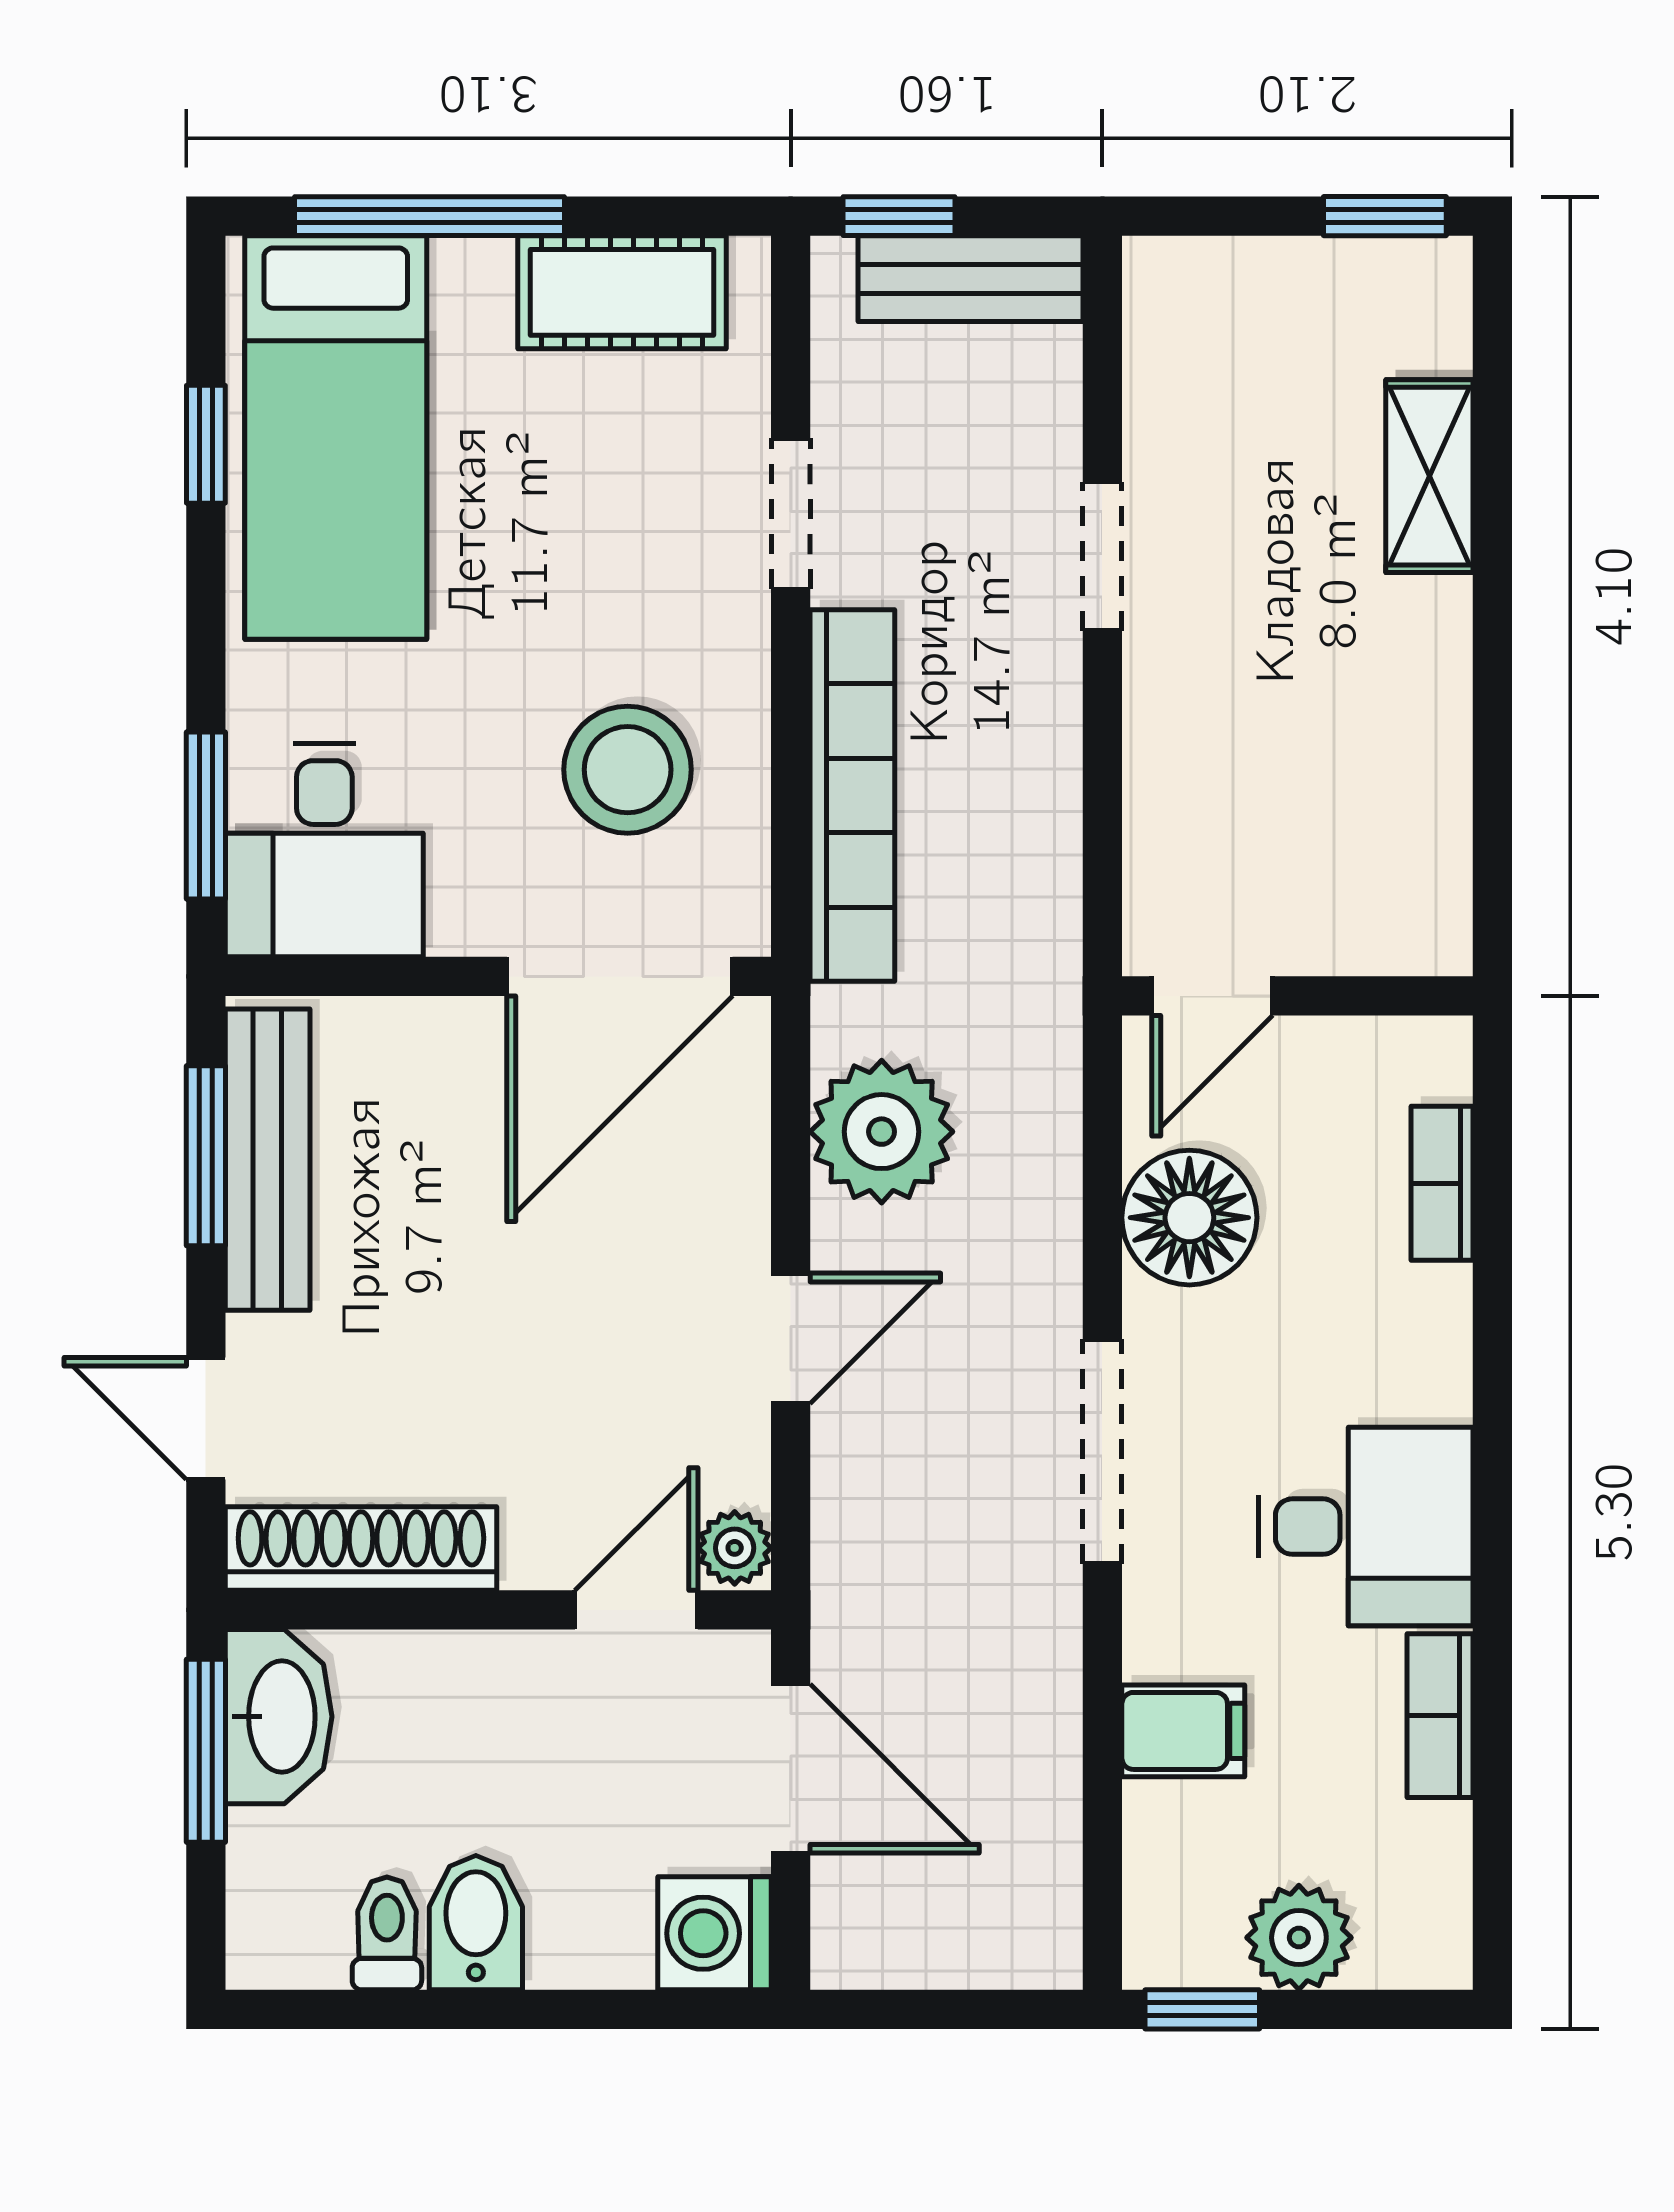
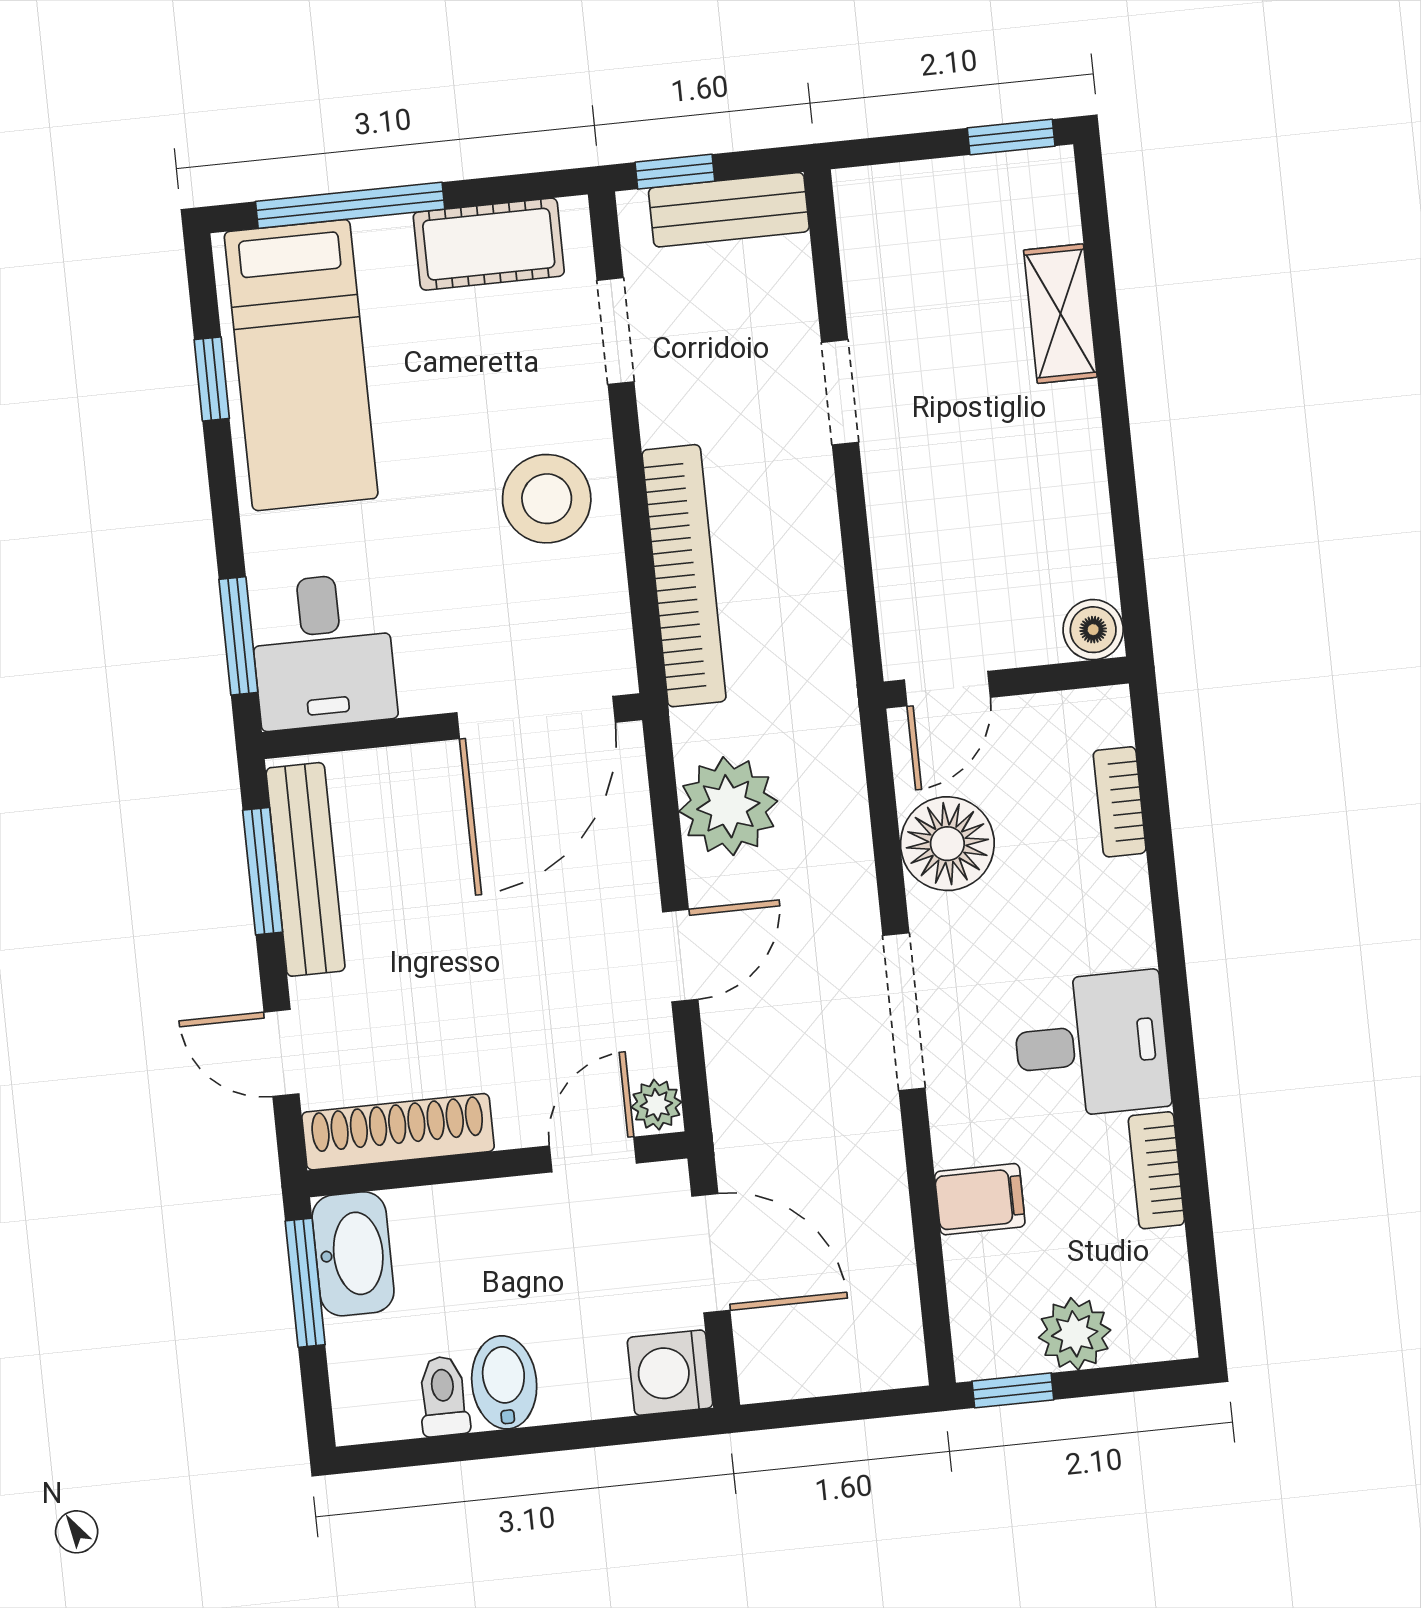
doorway: (791, 514) -> (616, 331), moved
stool: (628, 770) -> (547, 499), moved
boiler: (1429, 933) -> (1093, 630), added

